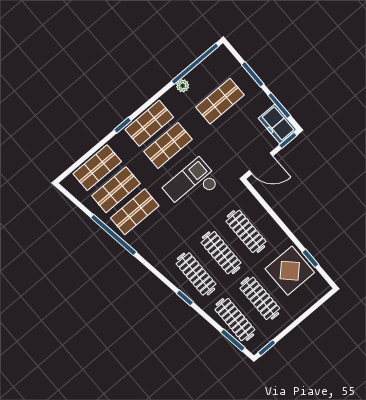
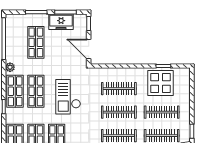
plant: (183, 86) -> (10, 67), moved
freezer: (277, 124) -> (61, 22), moved
door: (261, 163) -> (89, 49), swing flipped

